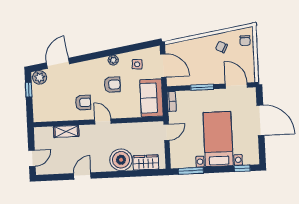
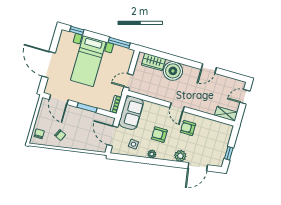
plant: (40, 77) -> (180, 156), moved
shelving: (66, 131) -> (226, 114), moved

